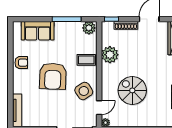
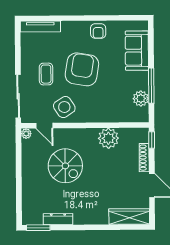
plant: (89, 28) -> (141, 99), moved
coffee table: (86, 60) -> (46, 74), moved
armchair: (53, 76) -> (82, 69), turned 97
spiral stairs: (132, 90) -> (65, 166), turned 90

